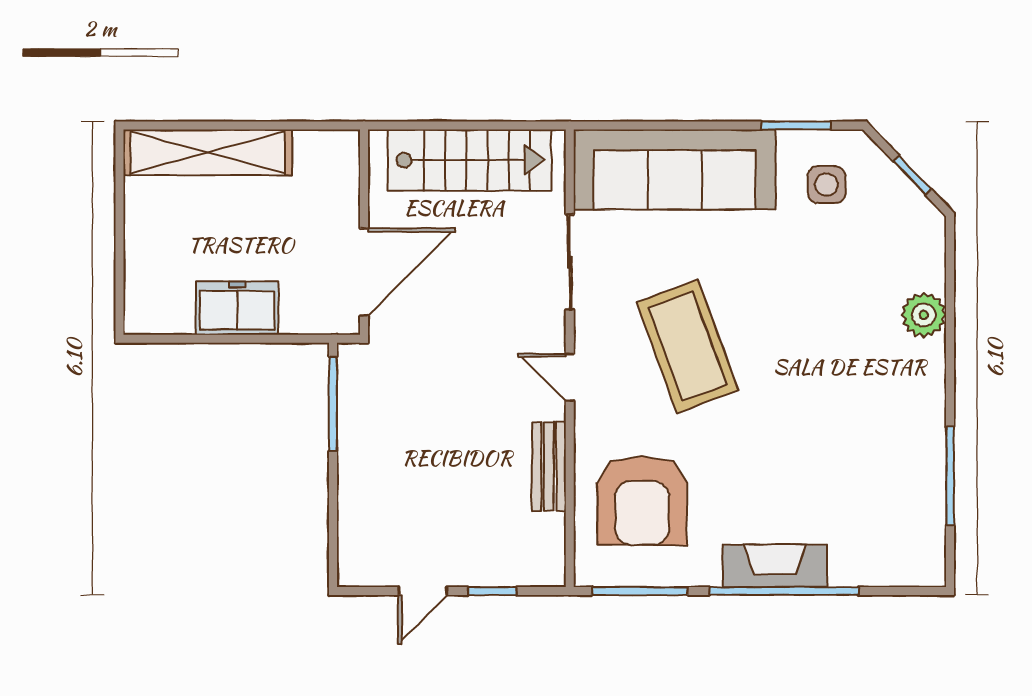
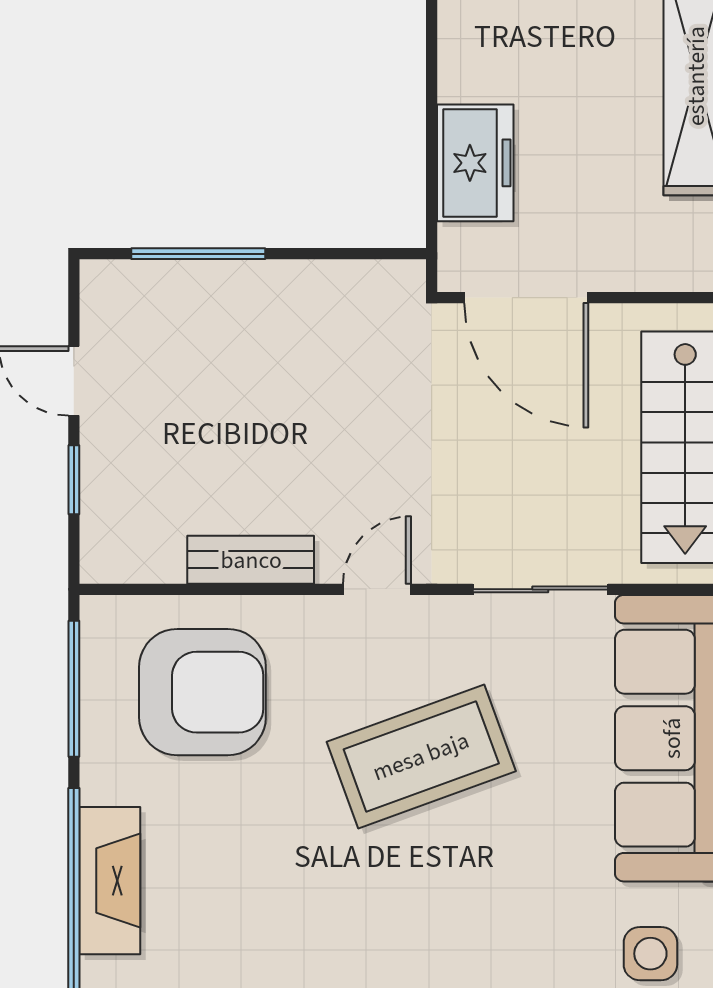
freezer: (237, 308) -> (475, 163), moved
window: (333, 404) -> (198, 254), moved
armchair: (642, 500) -> (202, 692), turned 180

